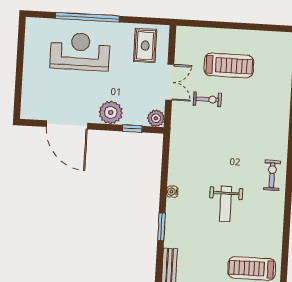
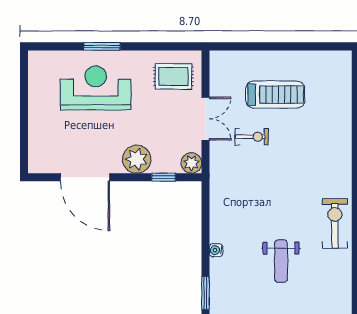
window: (87, 17) -> (102, 46), width x0.47
rug: (145, 46) -> (173, 76), turned 90
exercise bike: (272, 175) -> (335, 223), width x1.38, depth x1.39

